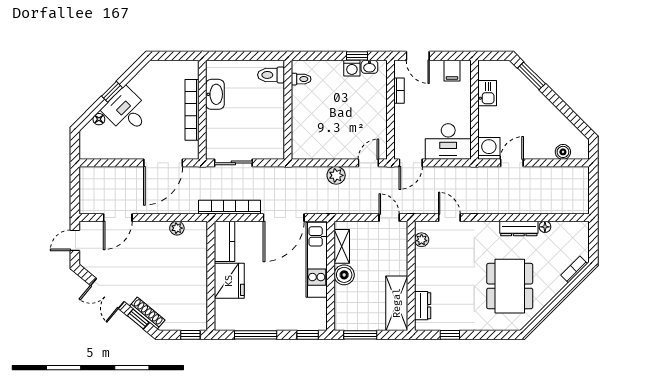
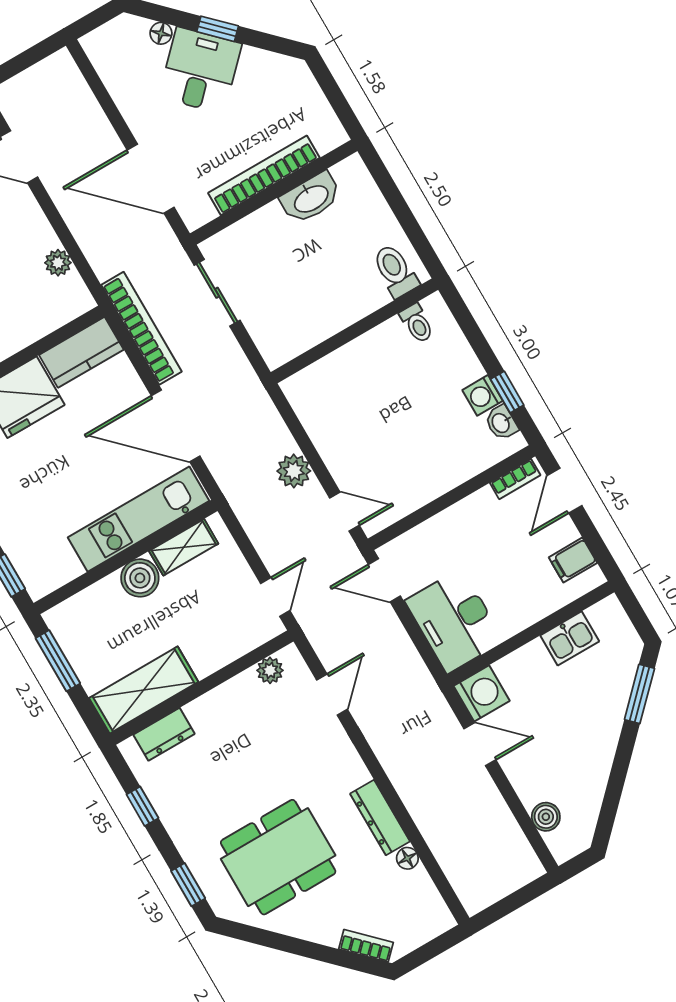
bookcase: (399, 91) -> (515, 479), moved
window: (498, 335) -> (188, 885), added

